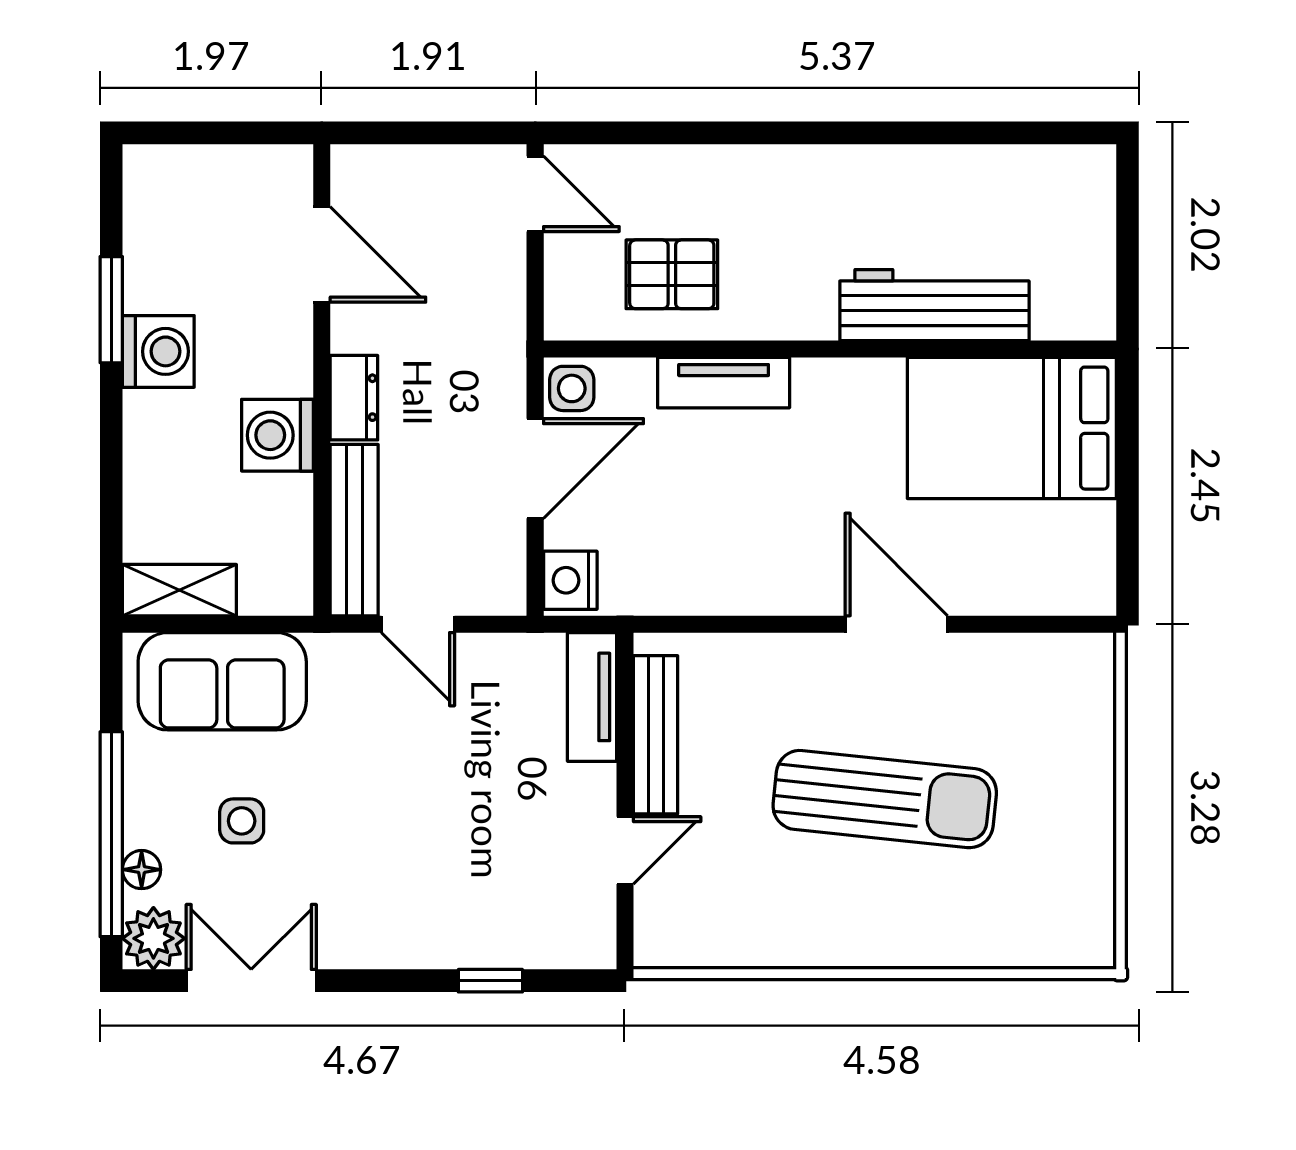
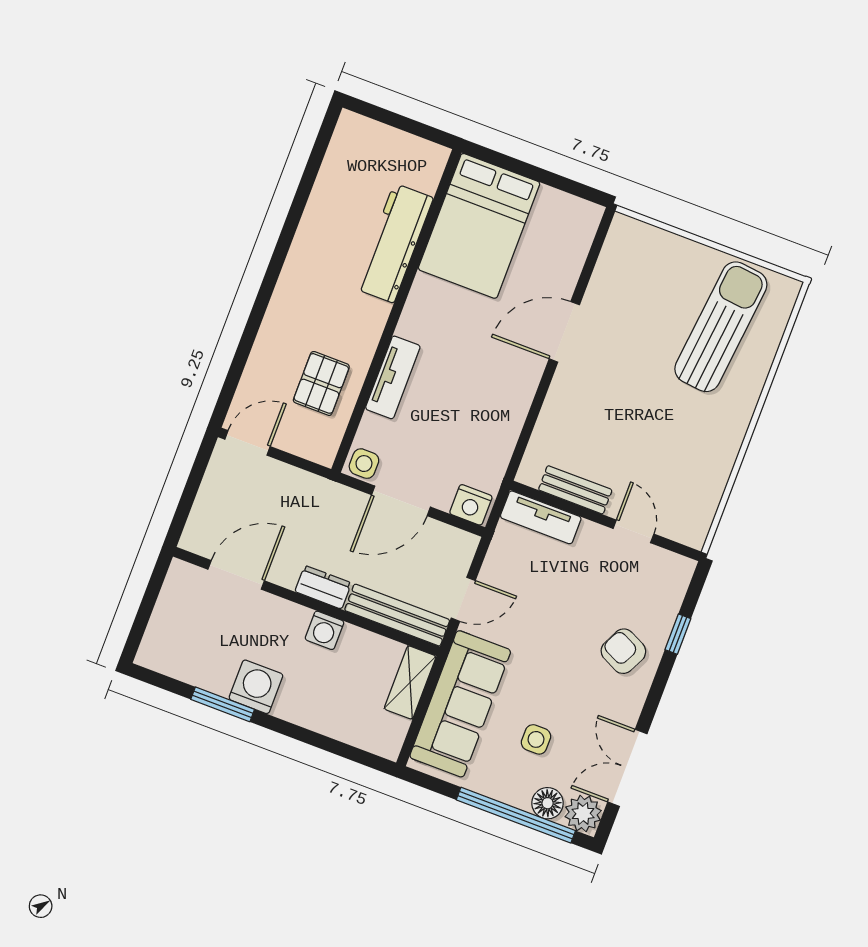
washing machine: (277, 435) -> (324, 630), width x0.73, depth x0.73
door: (535, 469) -> (401, 501), swing flipped
shelving: (179, 590) -> (410, 682), moved
sofa: (222, 681) -> (460, 704), width x1.36
bench: (656, 735) -> (575, 490), width x0.73
sun lounger: (885, 799) -> (721, 327), moved
floor lamp: (142, 870) -> (548, 803), width x1.37, depth x1.37
armchair: (431, 906) -> (623, 651), added

